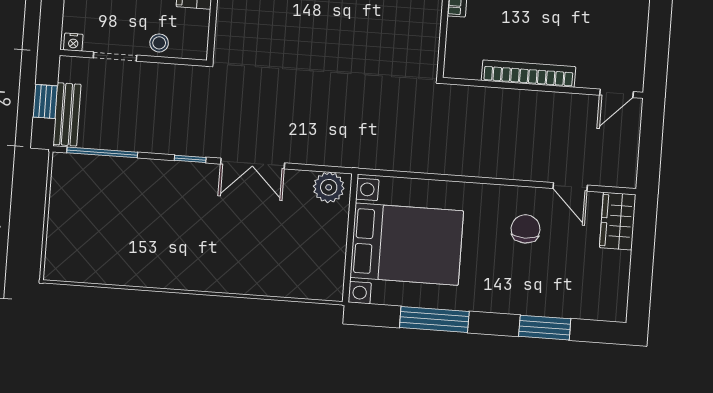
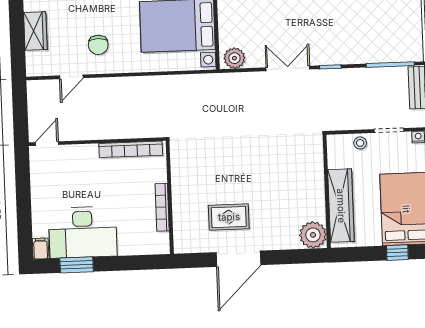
bookcase: (529, 74) -> (131, 149), moved
door: (570, 187) -> (71, 77), swing flipped
wardrobe: (618, 221) -> (35, 31), moved

